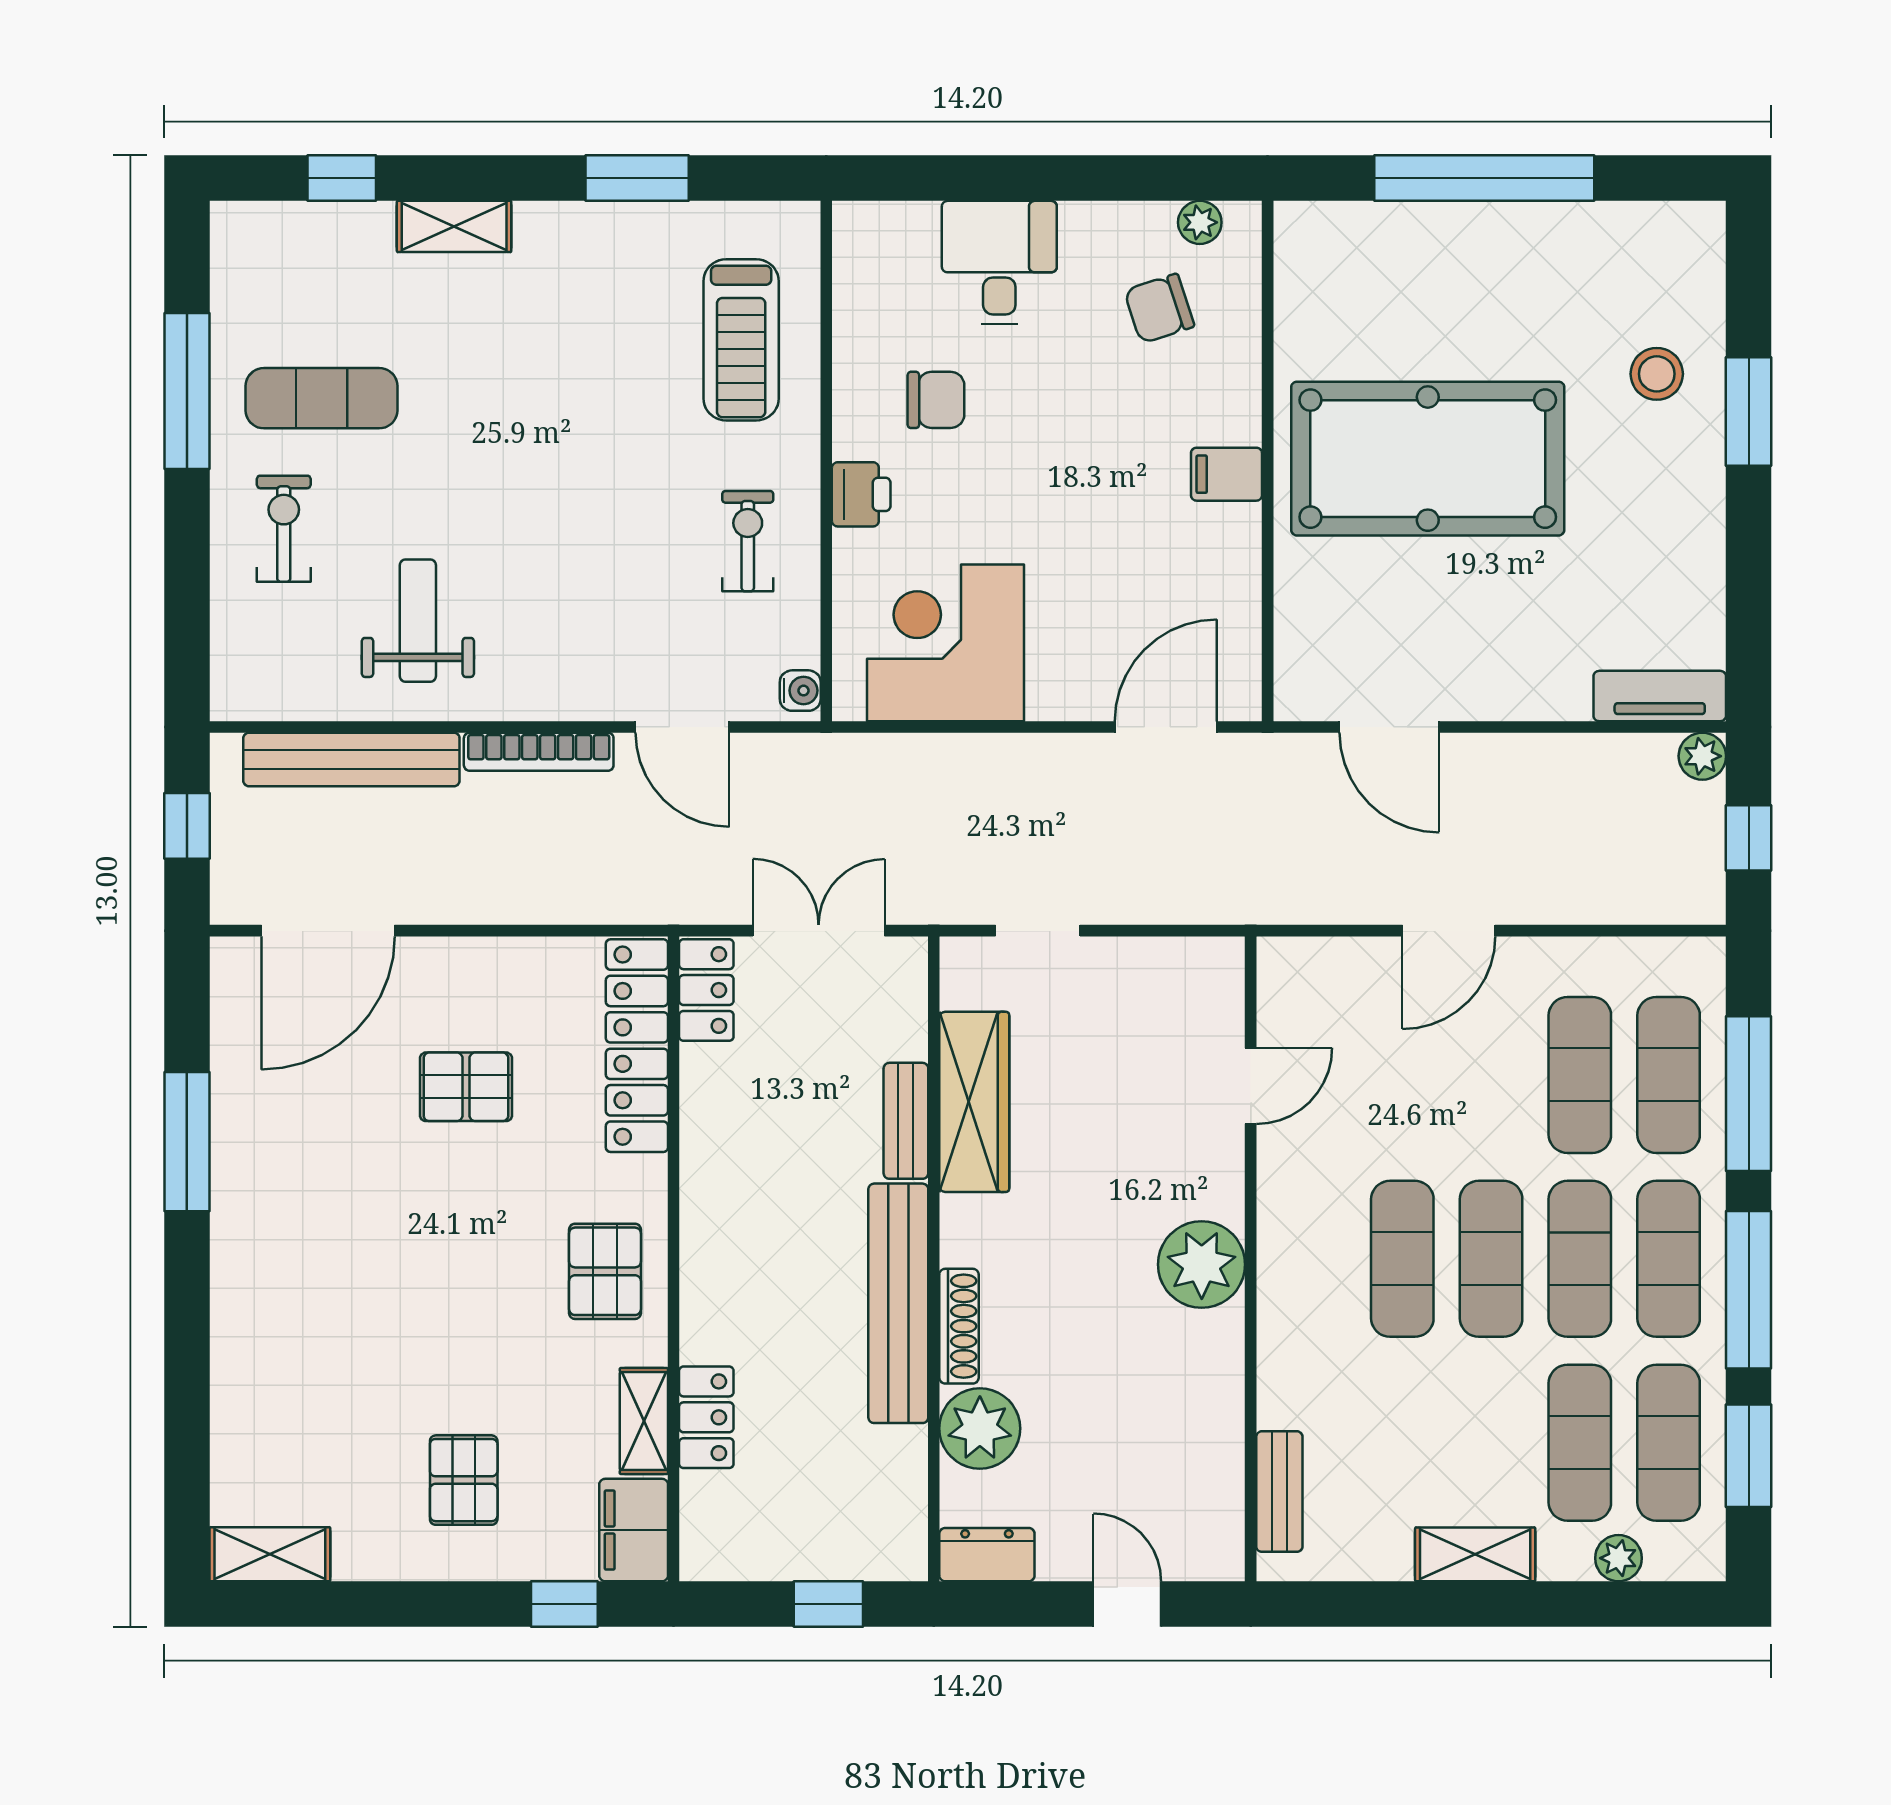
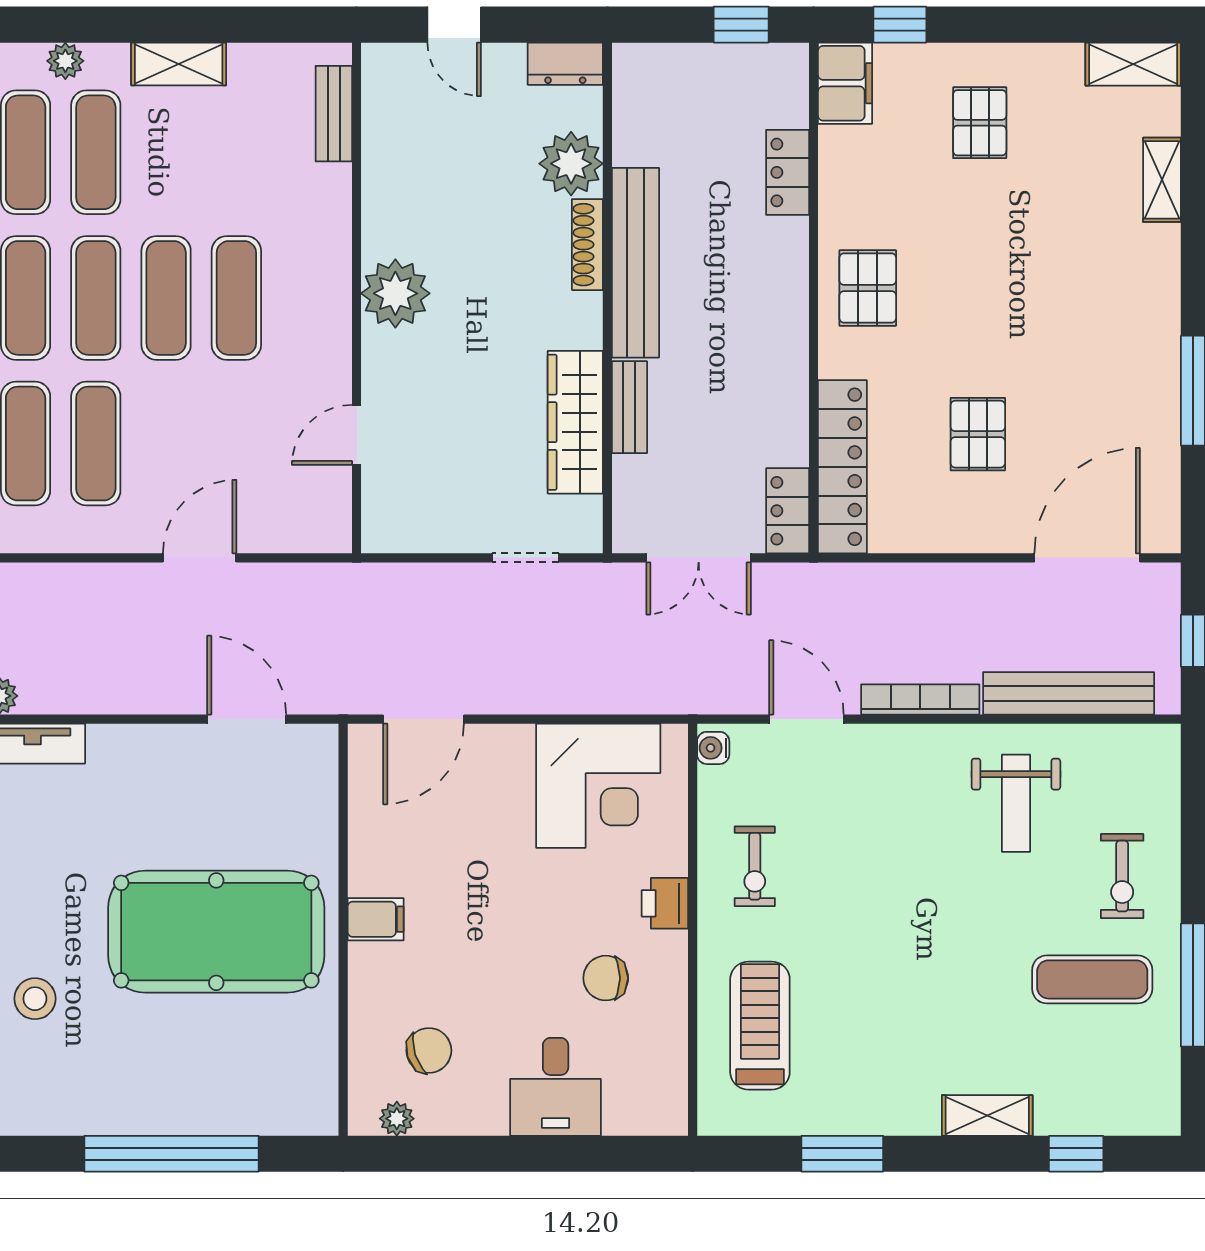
pallet: (466, 1087) -> (978, 434), turned 90
shelving: (644, 1421) -> (1162, 180), moved
window: (828, 1604) -> (741, 25), moved

